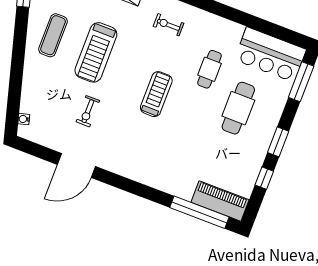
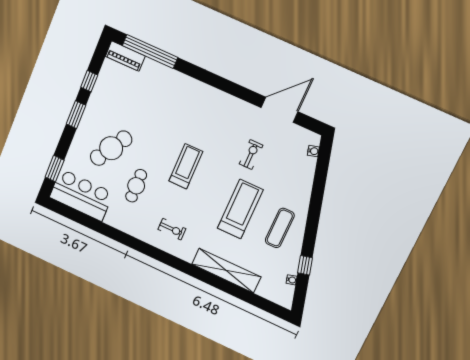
window: (301, 82) -> (55, 169), width x0.69
treadmill: (156, 94) -> (186, 166), turned 180
cafe table: (238, 108) -> (111, 148), turned 31
door: (76, 165) -> (279, 110), moved
piano: (220, 201) -> (125, 56), width x0.73, depth x0.75

